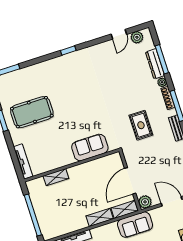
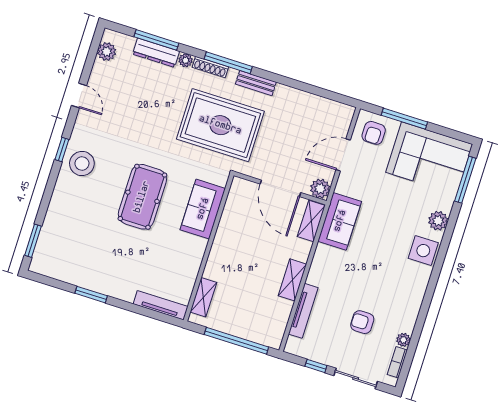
door: (119, 34) -> (79, 95), moved
stool: (68, 66) -> (82, 163), added
pool table: (32, 112) -> (142, 197), moved
rug: (141, 125) -> (220, 125), width x1.86, depth x2.06
shelving: (56, 177) -> (203, 297), moved
shelving: (100, 217) -> (292, 280), moved

